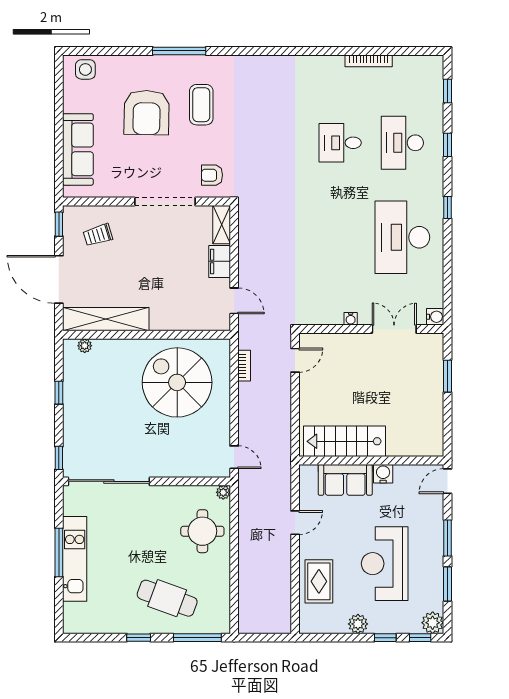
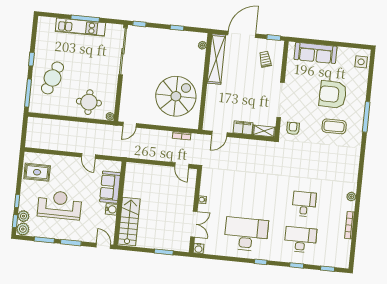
plant: (319, 63) -> (351, 197), added
stairs: (344, 441) -> (129, 221), moved
rug: (319, 581) -> (37, 172), moved
plant: (358, 624) -> (23, 216), moved

